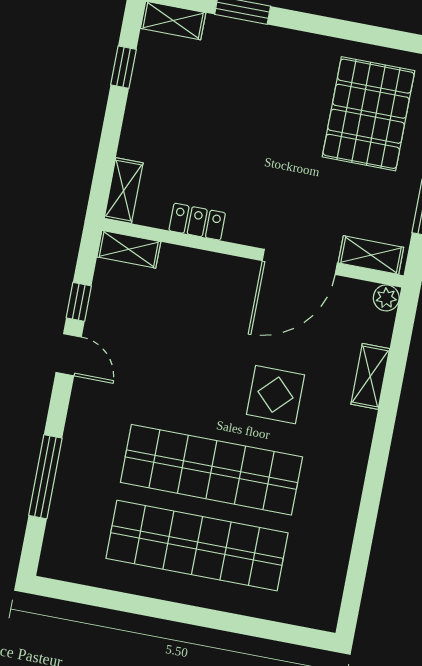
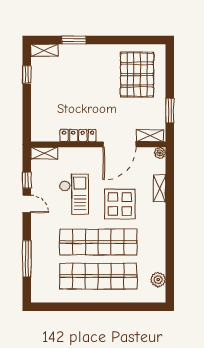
shelving: (124, 191) -> (37, 128), removed
locker: (197, 222) -> (78, 136), width x1.53
checkout: (178, 353) -> (74, 194), added
display table: (275, 395) -> (120, 204), width x1.36, depth x1.36
plant: (329, 579) -> (158, 280), added

